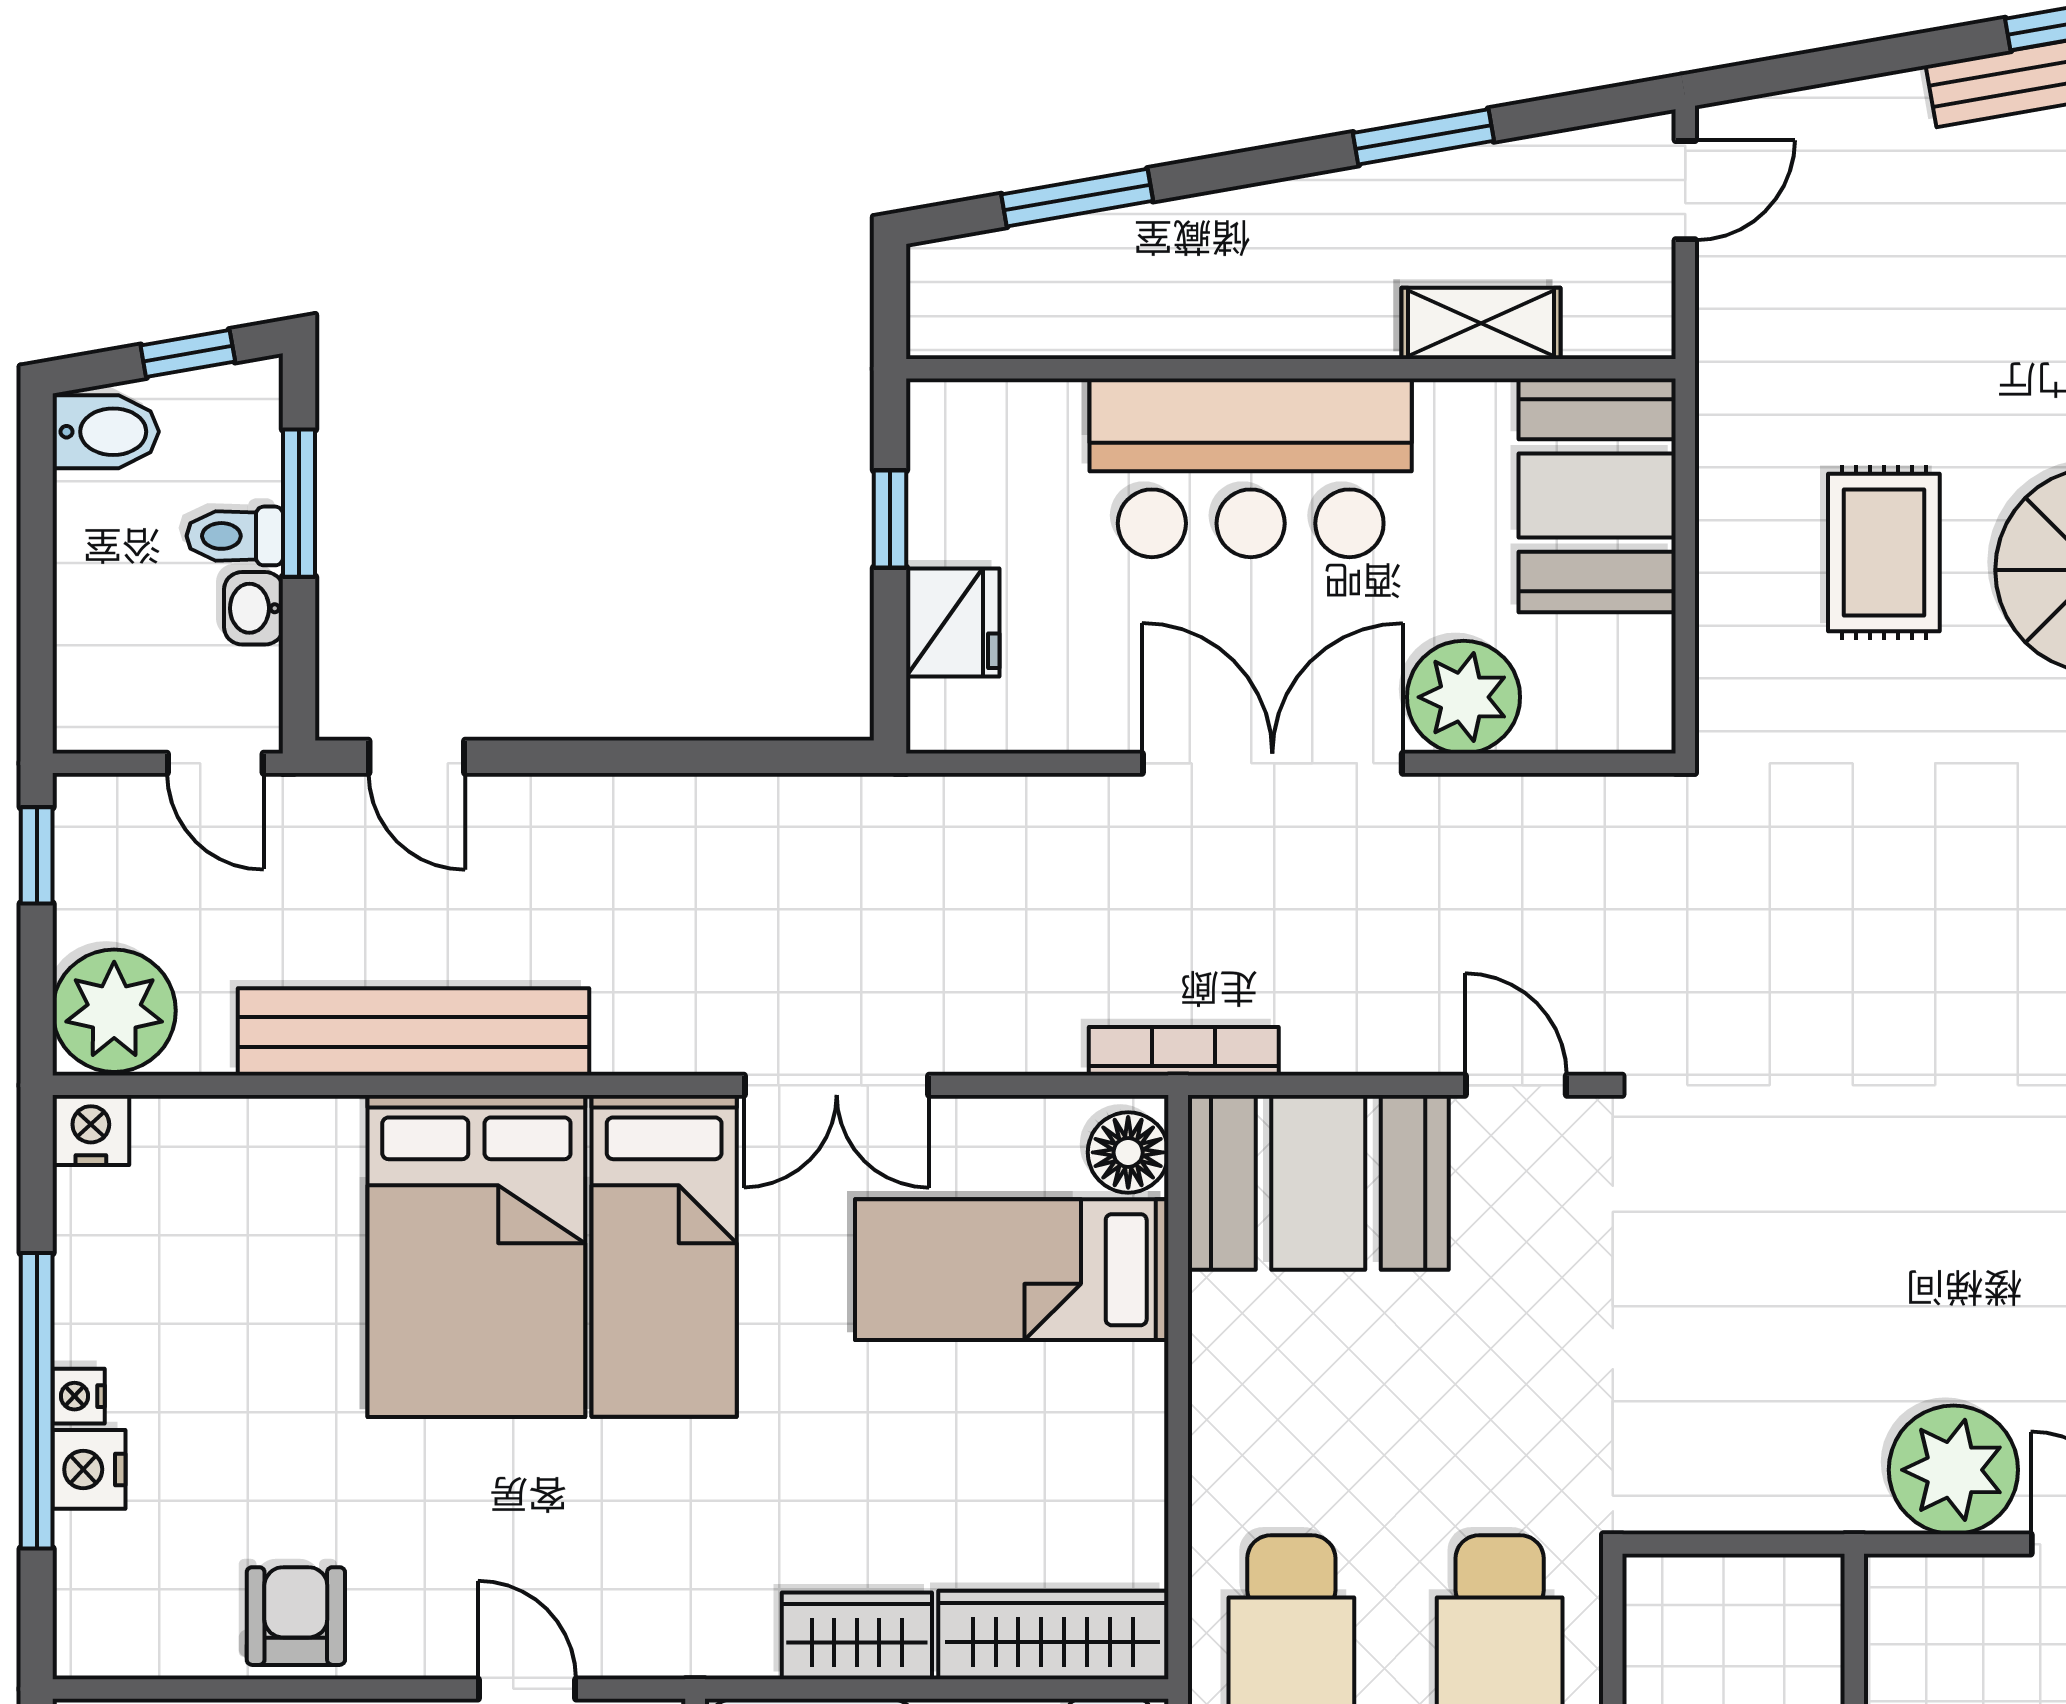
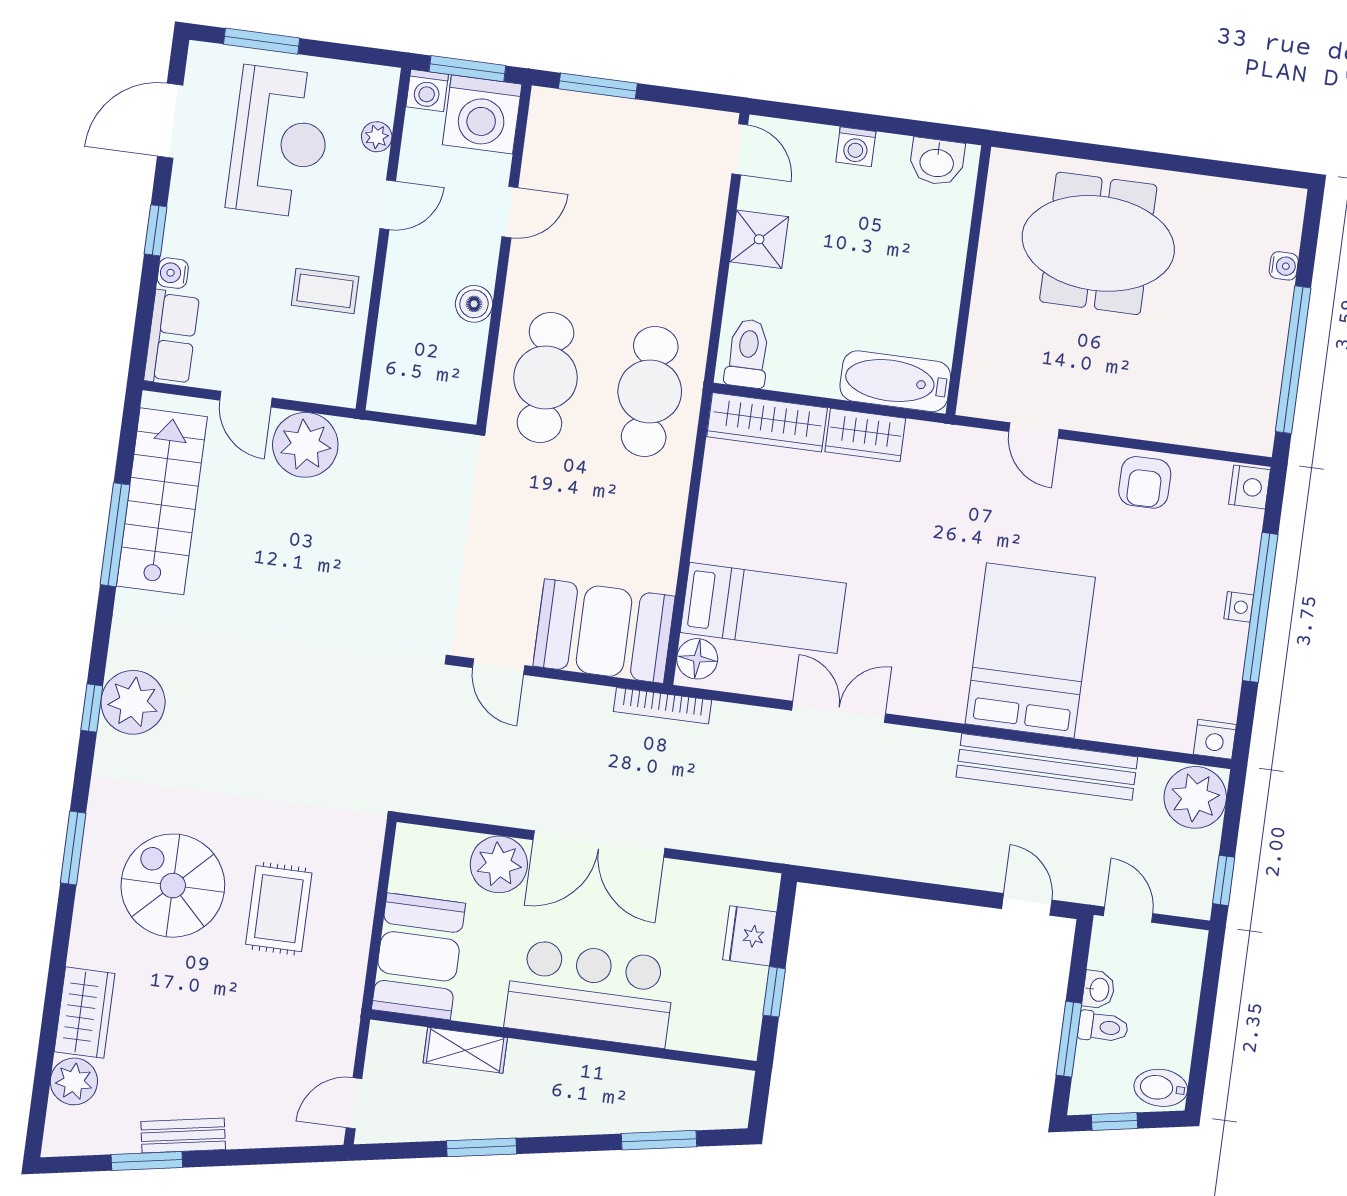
bed: (664, 1256) -> (936, 638), removed
nightstand: (89, 1469) -> (1249, 487), moved

